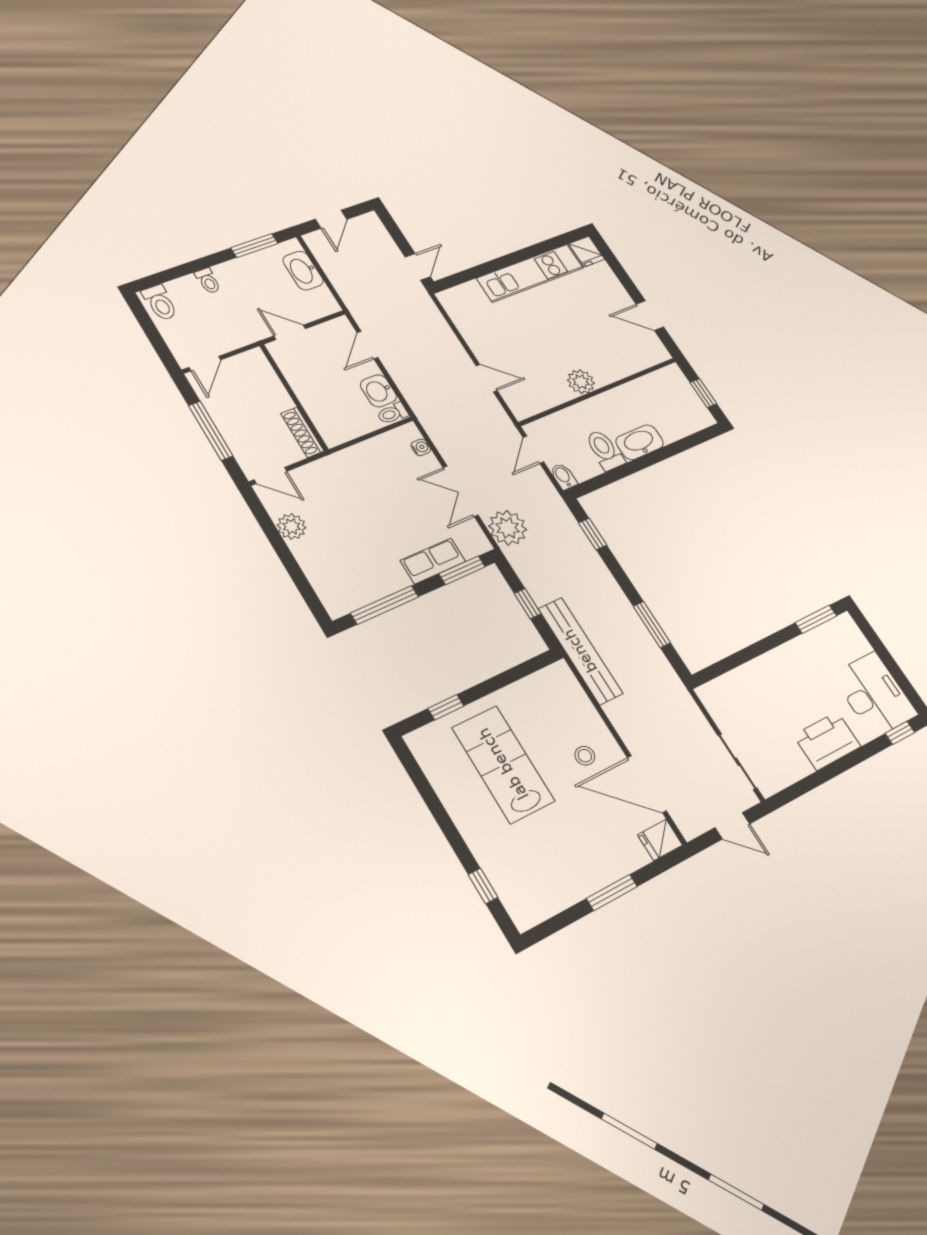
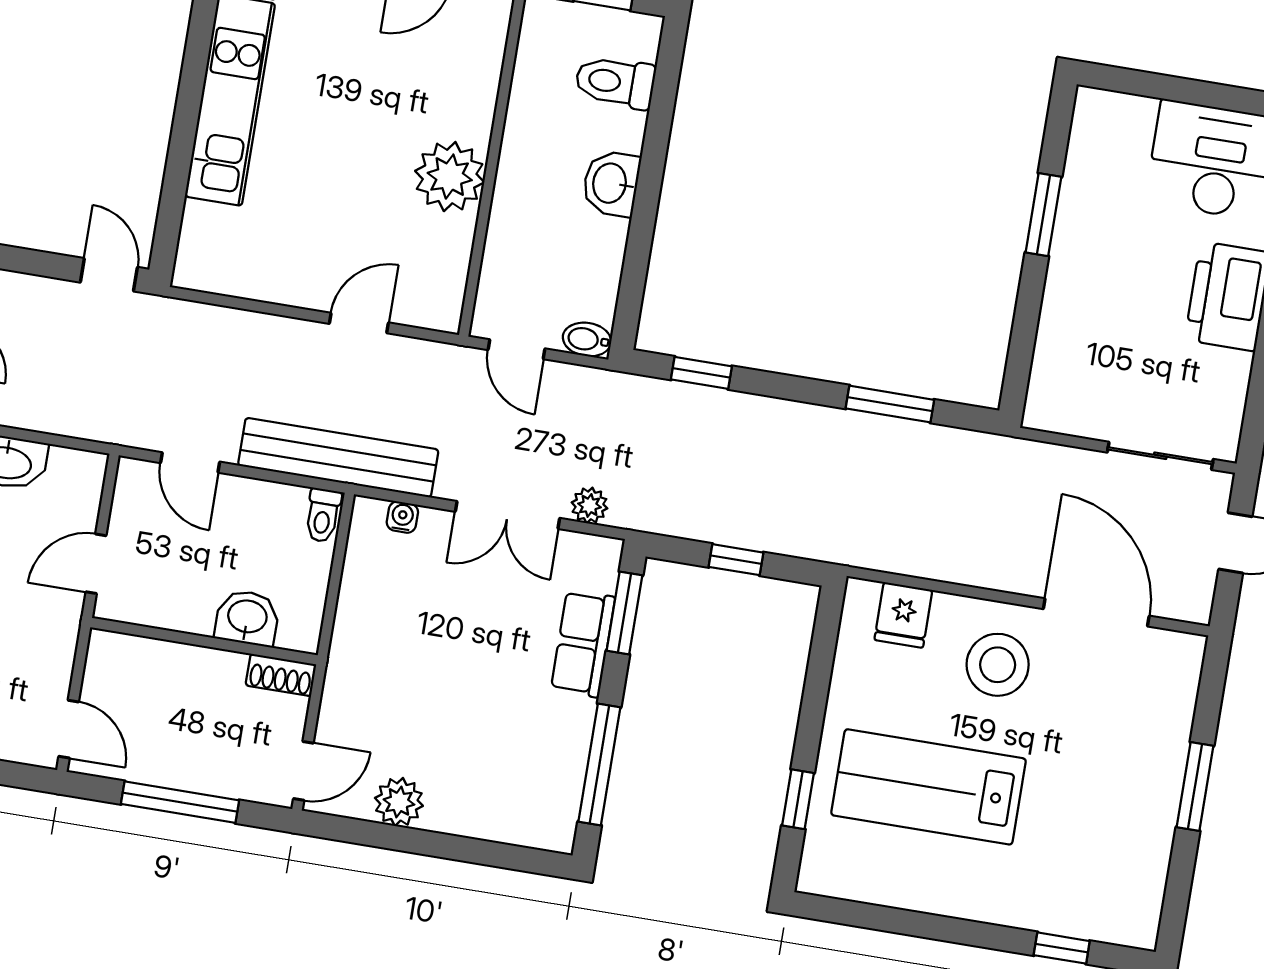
plant: (581, 382) -> (450, 177), width x1.36, depth x1.36
washbasin: (378, 391) -> (247, 618), moved, turned 180
shoe rack: (302, 432) -> (281, 675), width x0.70
washbasin: (640, 442) -> (611, 183), width x0.72
toilet: (605, 450) -> (615, 82), moved
plant: (508, 528) -> (589, 505), width x0.53, depth x0.53
window: (816, 619) -> (1043, 215), moved
bench: (580, 651) -> (338, 458), moved
stool: (585, 756) -> (998, 665), width x1.89, depth x1.89
door: (647, 784) -> (1096, 612), swing flipped
fridge: (660, 840) -> (903, 615), moved

